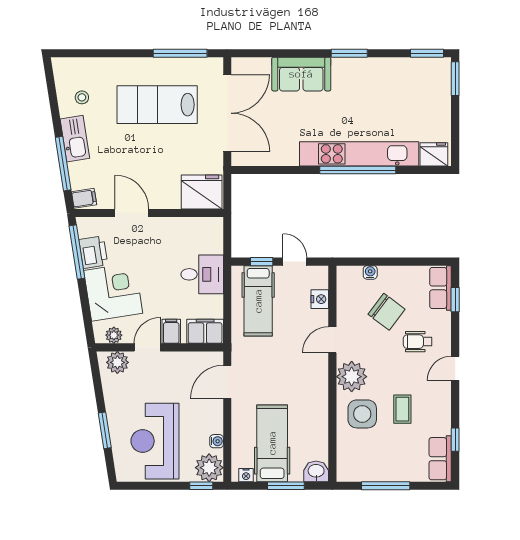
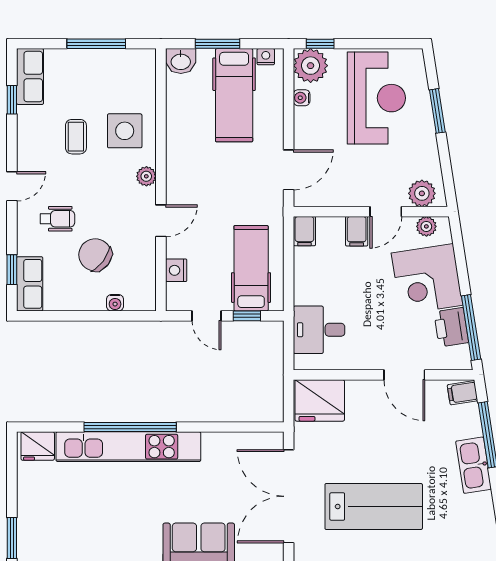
stool: (82, 97) -> (465, 515), removed
desk: (202, 274) -> (319, 330), moved
filing cabinet: (205, 331) -> (304, 231), width x0.50
plant: (352, 377) -> (146, 176), width x0.53, depth x0.53

